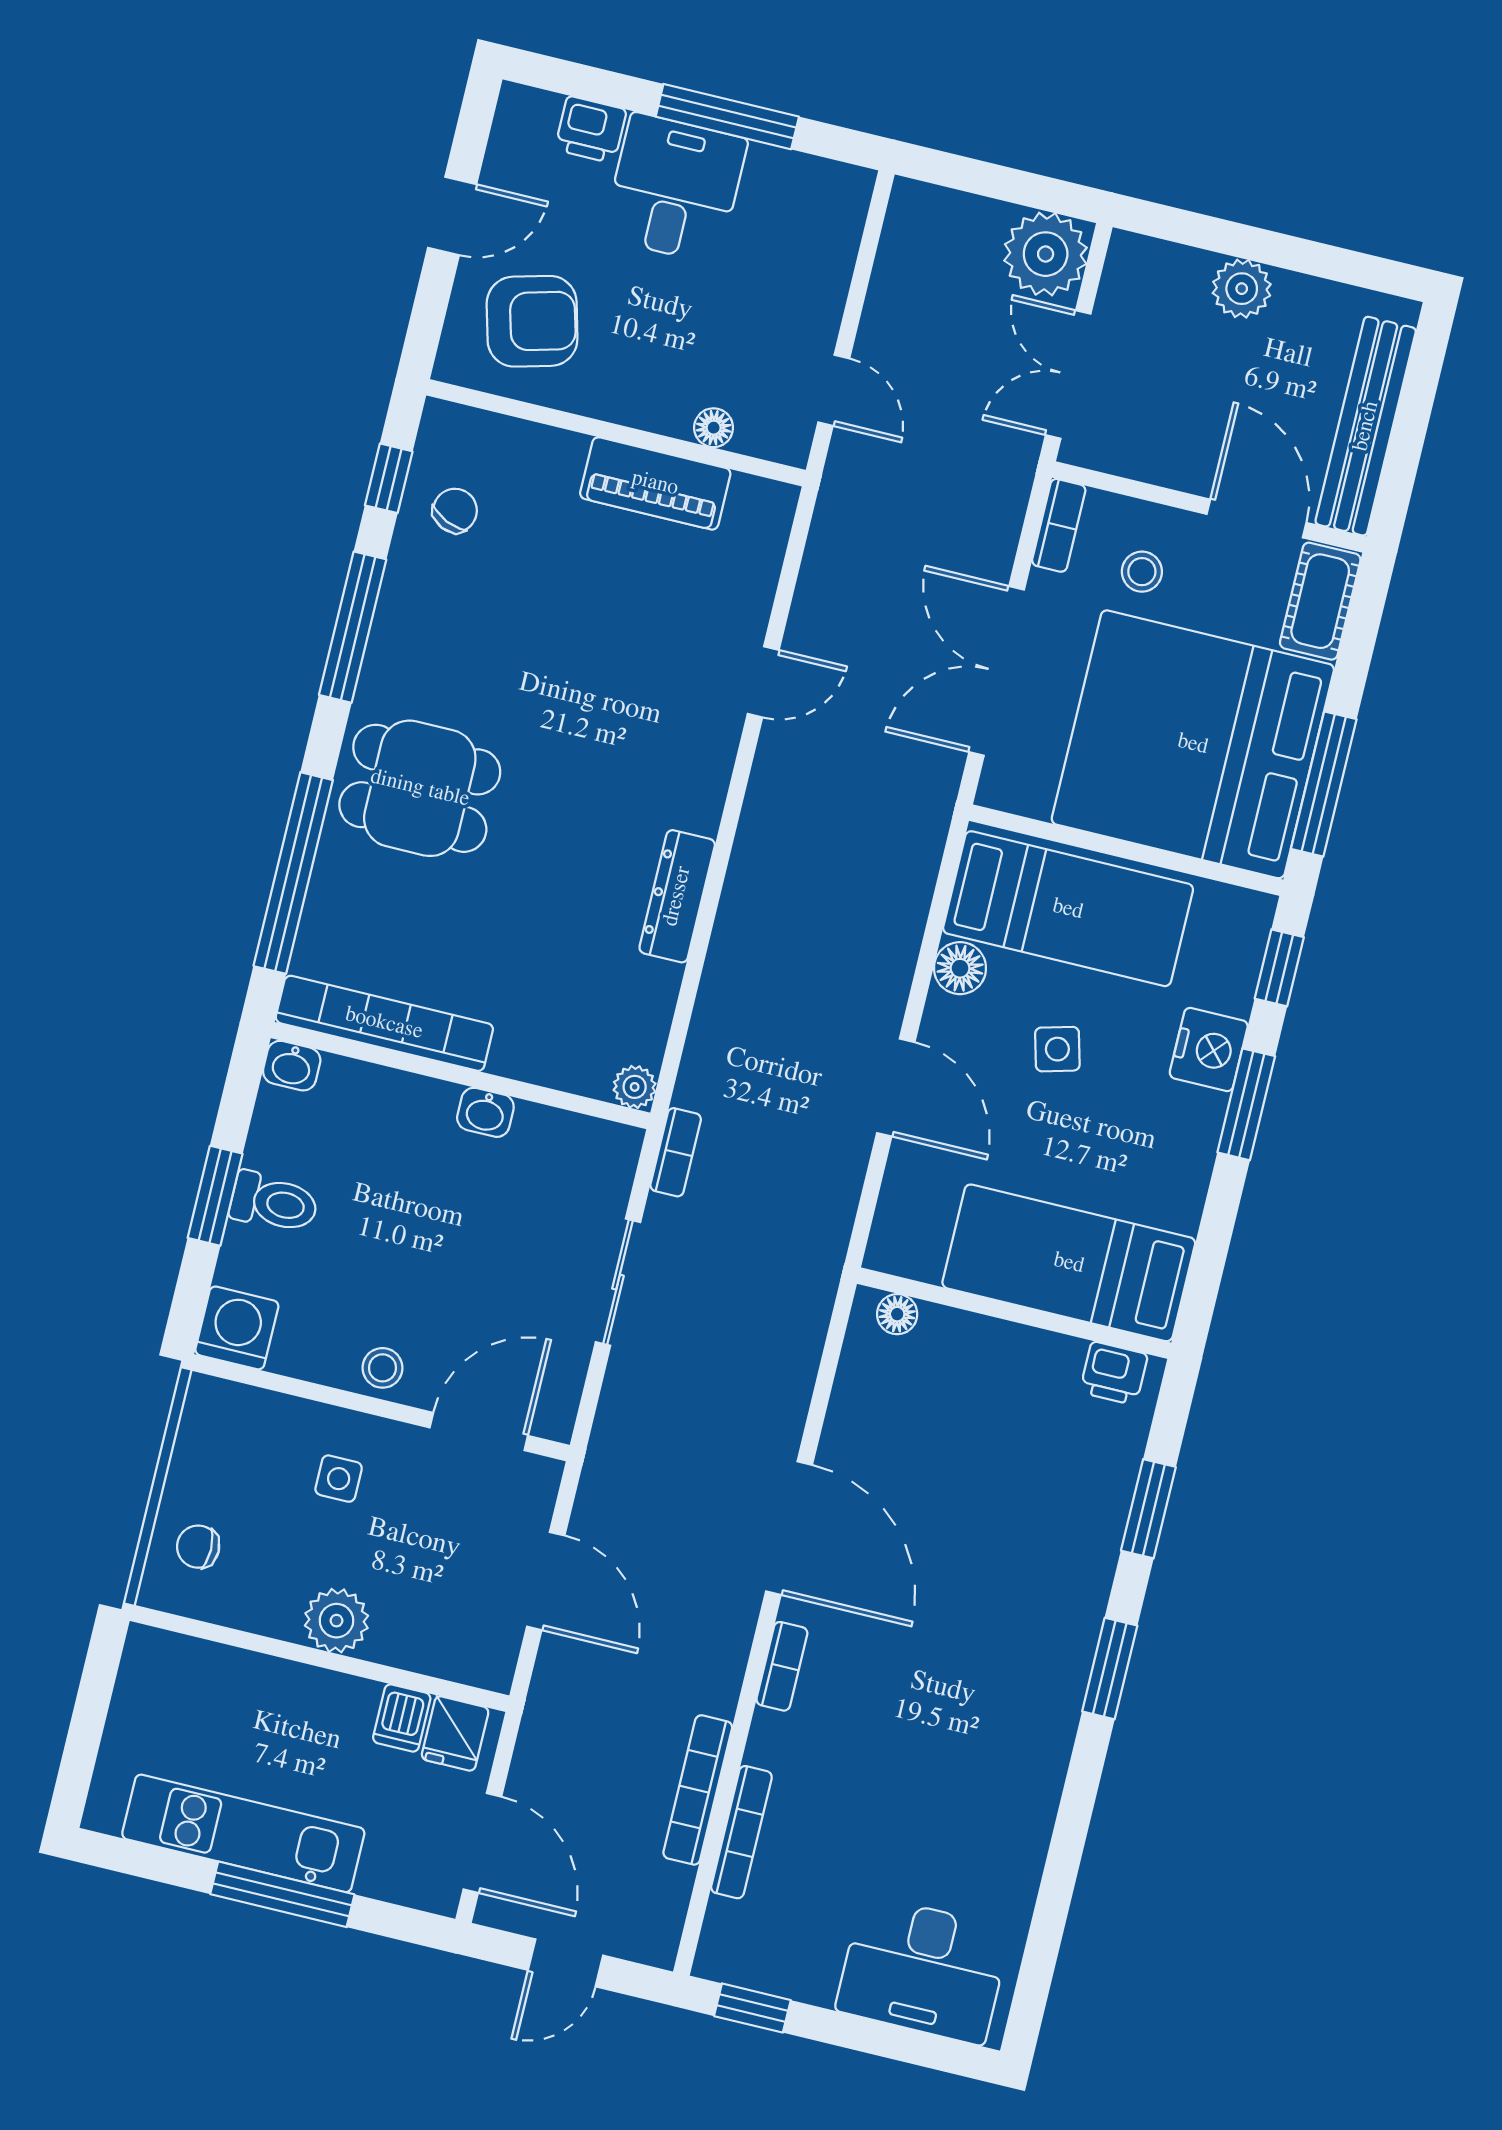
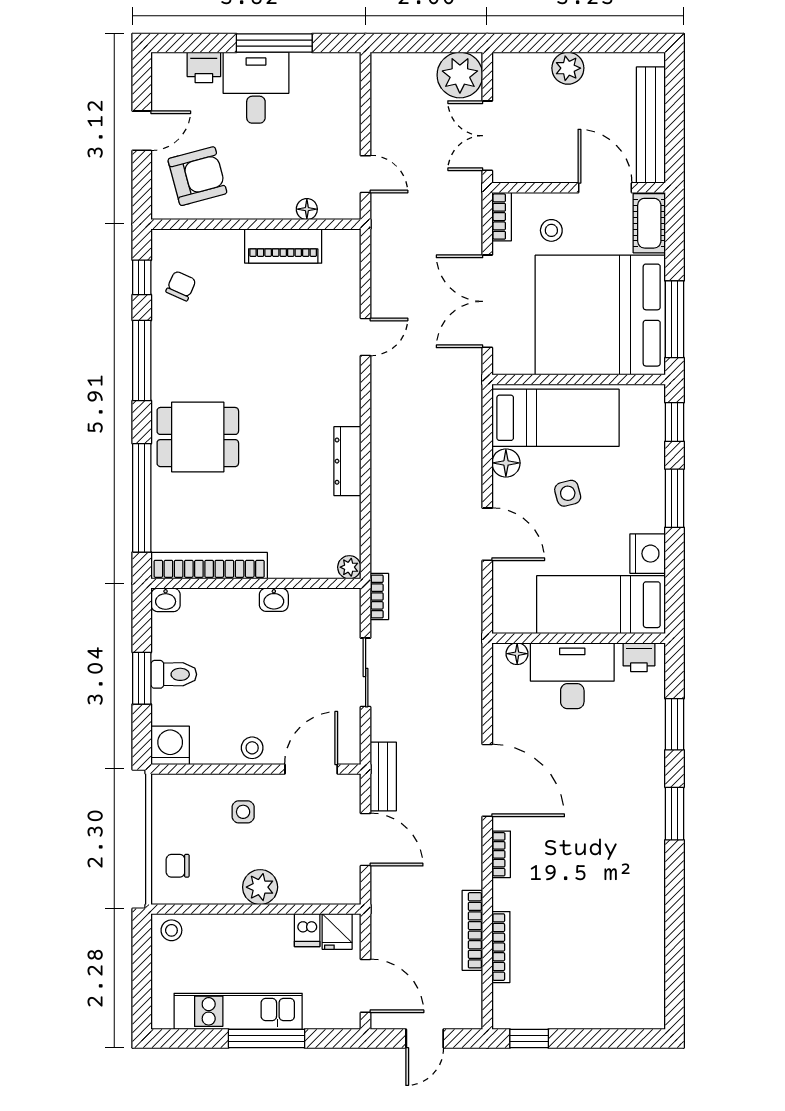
nightstand: (1209, 1049) -> (648, 554), moved
bench: (605, 1476) -> (383, 776), added
stool: (159, 1660) -> (171, 930), added
desk: (923, 1970) -> (572, 676), moved, turned 180

